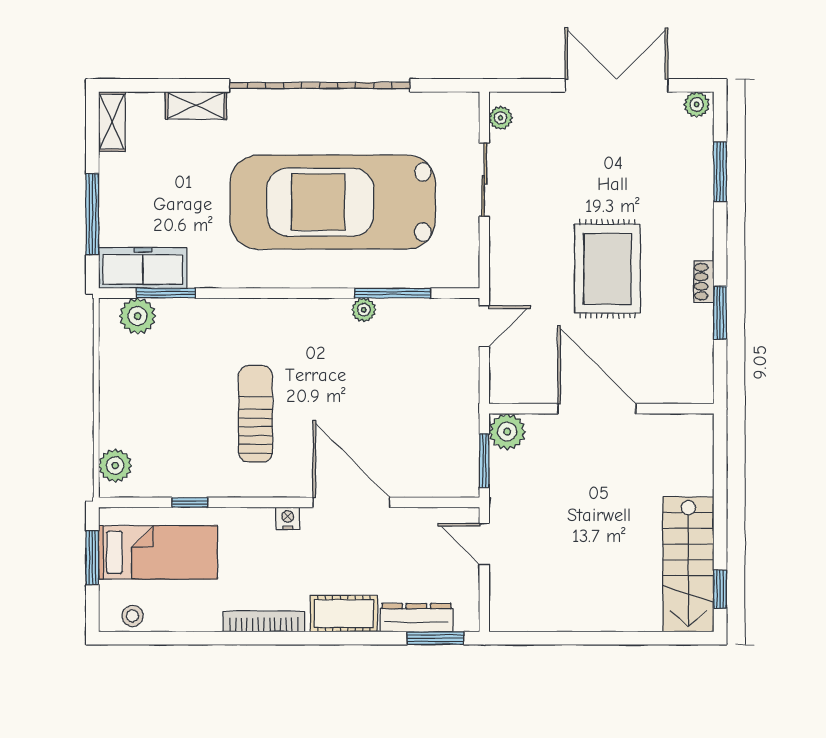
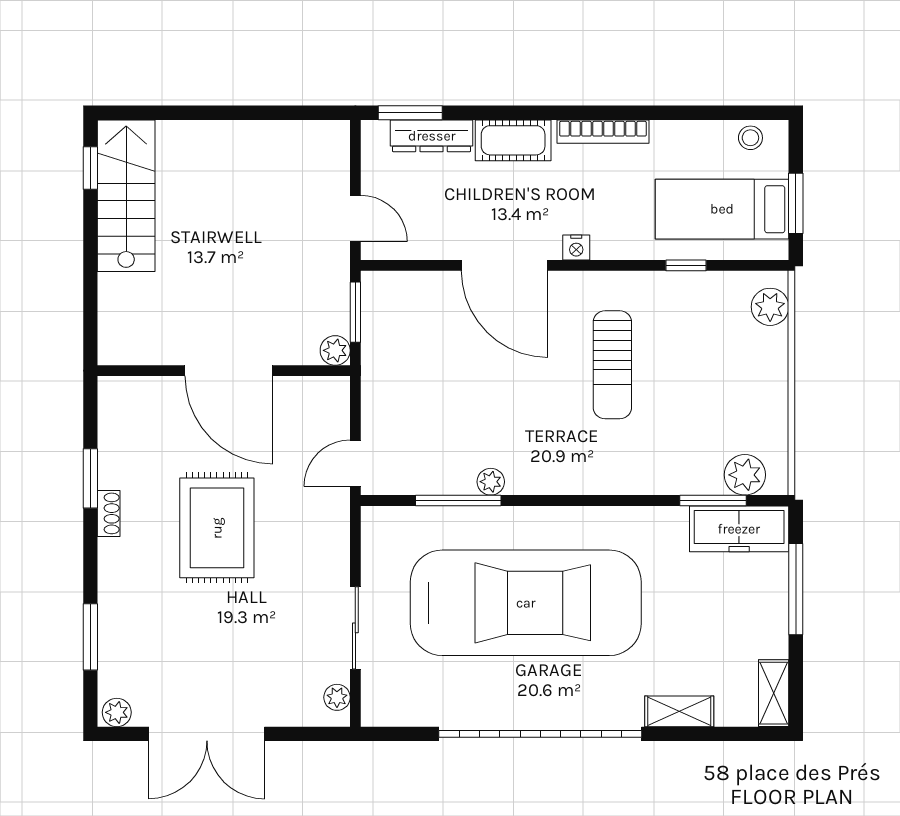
plant: (507, 432) -> (335, 350), width x0.73, depth x0.73

